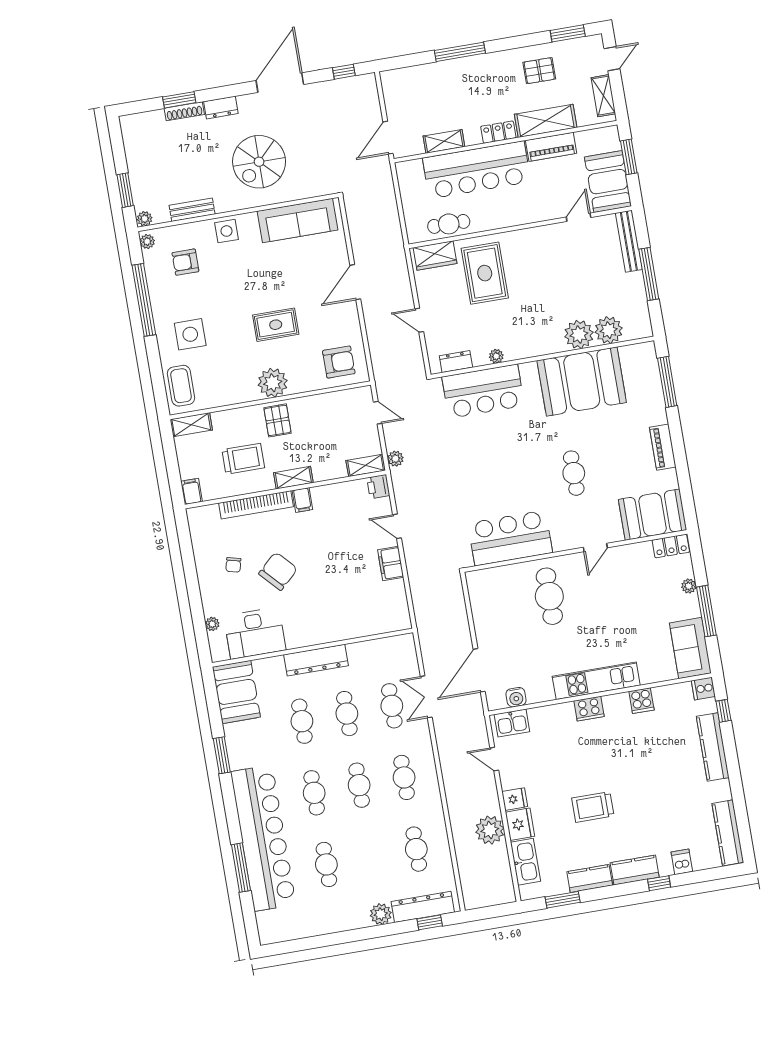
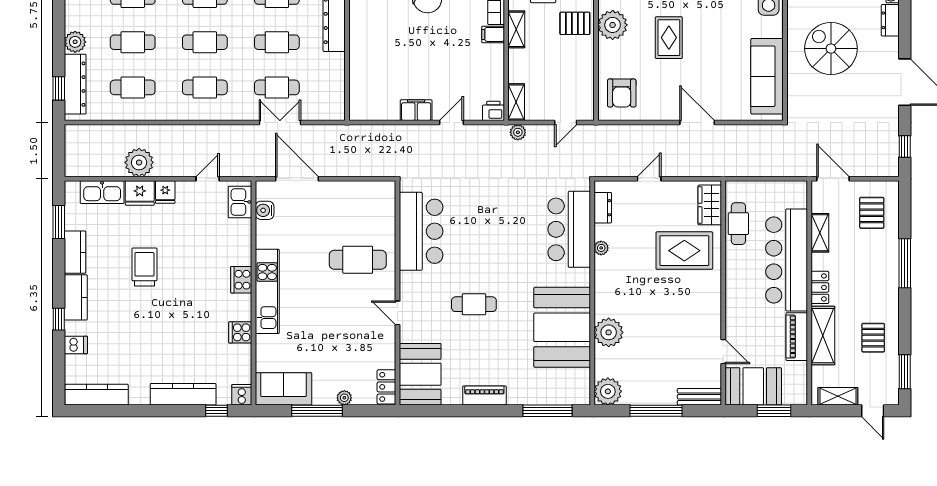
pallet: (415, 93) -> (872, 213), added
bench: (629, 241) -> (699, 397), width x0.73
plant: (609, 330) -> (608, 391), moved
cafe table: (371, 857) -> (133, 42), added

